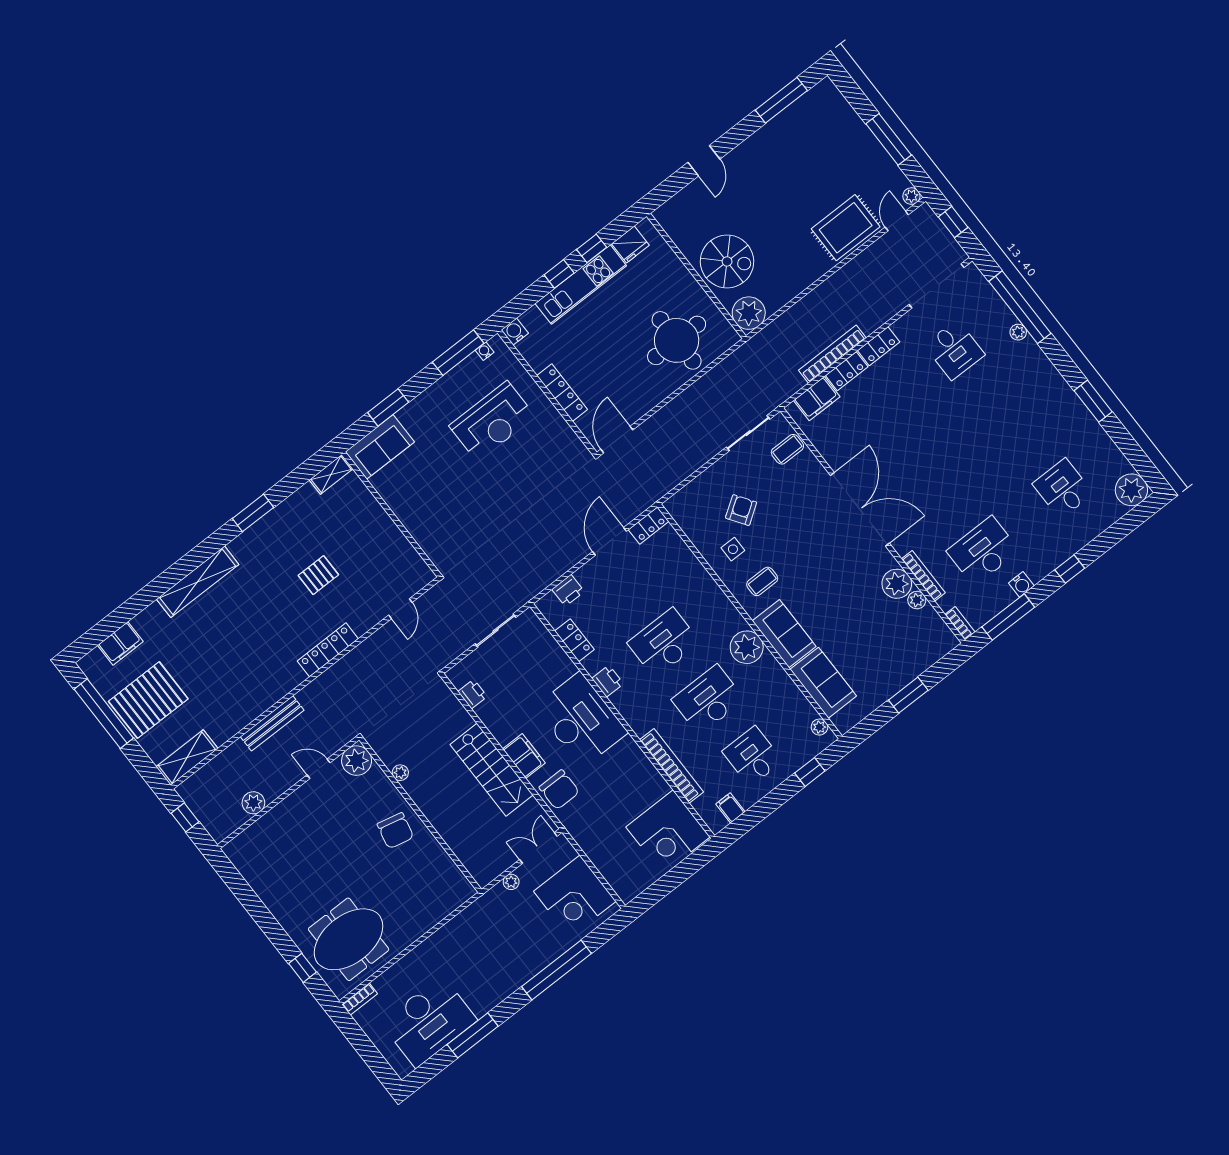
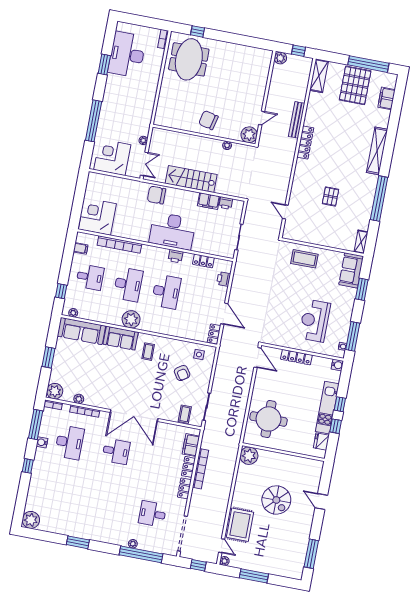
spiral stairs: (727, 261) -> (276, 500), moved, turned -90
desk: (1063, 489) -> (116, 451), moved
window: (253, 513) -> (379, 198), width x2.11
coffee table: (431, 520) -> (304, 259), added
side table: (733, 549) -> (199, 355), moved
plant: (897, 584) -> (55, 391), moved
locker: (328, 650) -> (305, 142), moved
sofa: (823, 683) -> (81, 331), width x1.36
filing cabinet: (524, 756) -> (209, 201), moved
plant: (253, 803) -> (280, 58), moved
window: (473, 1035) -> (104, 64), width x0.69

